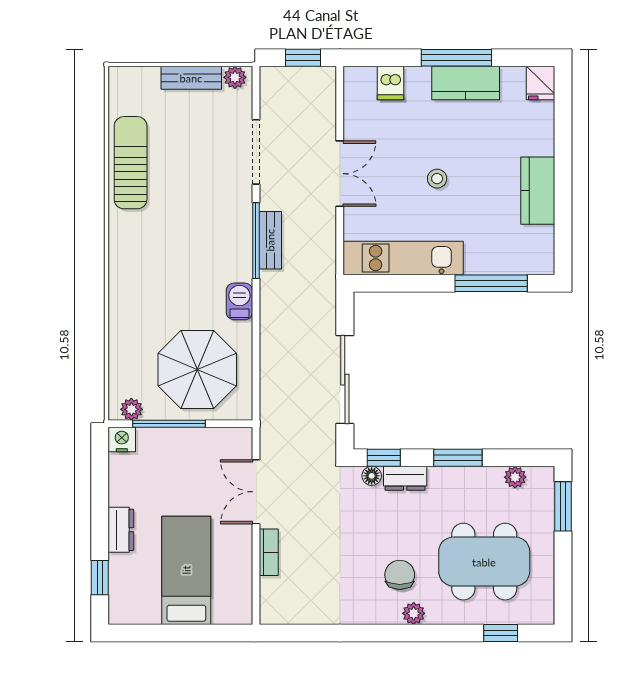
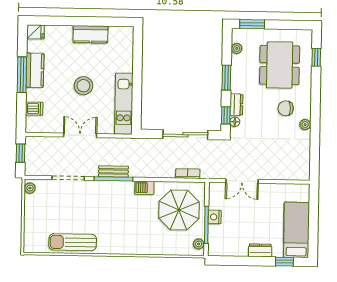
bench: (191, 78) -> (30, 210), removed
stool: (437, 179) -> (83, 86), width x1.89, depth x1.89
window: (491, 283) -> (137, 59), removed
nightstand: (122, 440) -> (215, 217), moved
bookcase: (269, 552) -> (188, 174), moved
bed: (186, 570) -> (297, 230), moved, turned 90
plant: (414, 613) -> (305, 125), moved

